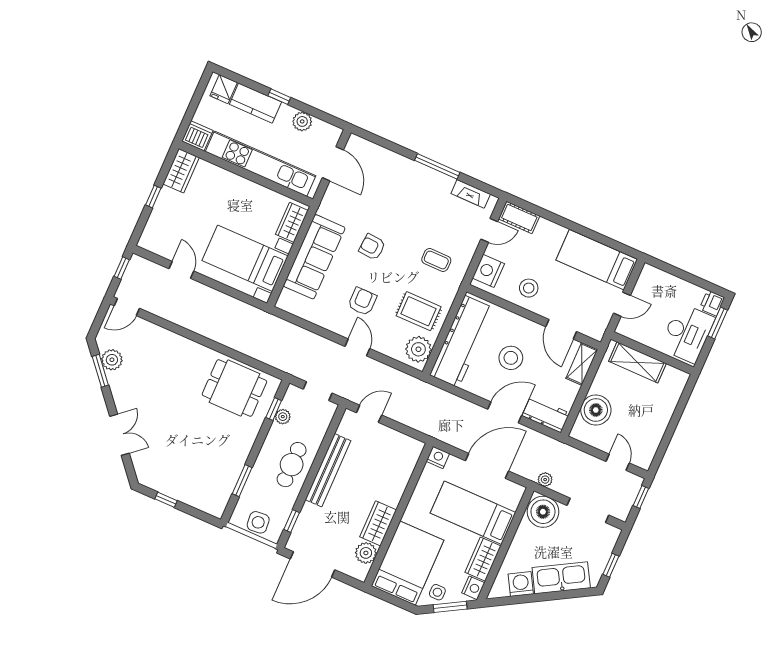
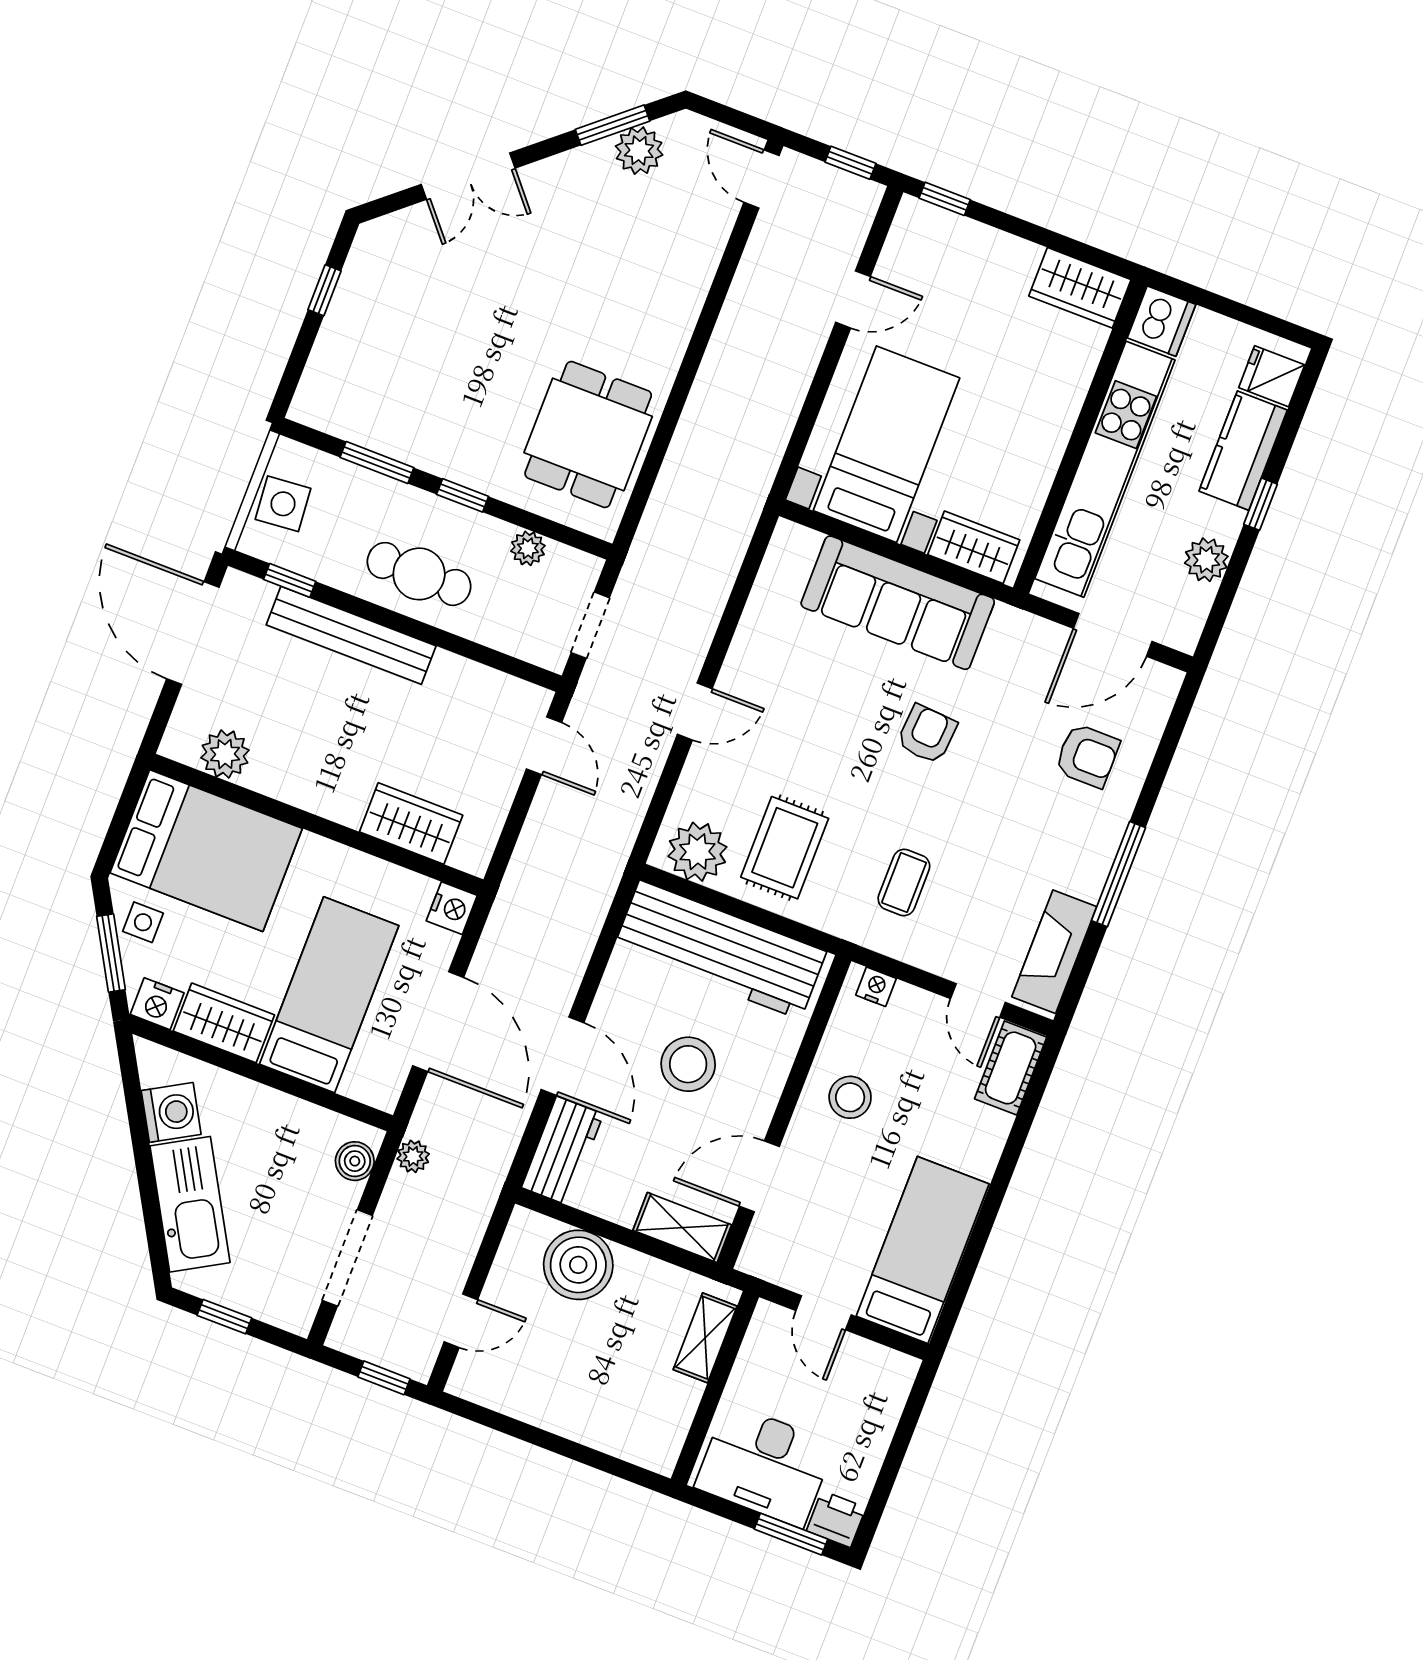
fireplace: (471, 194) -> (1054, 952), width x1.37, depth x1.32
window: (153, 197) -> (945, 199), moved
nightstand: (488, 271) -> (876, 987), width x0.53, depth x0.56
armchair: (362, 301) -> (1087, 756), moved
shelving: (637, 362) -> (705, 1338), width x0.67, depth x0.75
window: (274, 409) -> (463, 495), moved
bench: (328, 470) -> (351, 635), moved
boiler: (543, 512) -> (355, 1161), width x0.54, depth x0.54
wardrobe: (378, 523) -> (411, 824), moved

